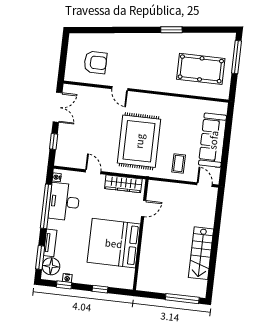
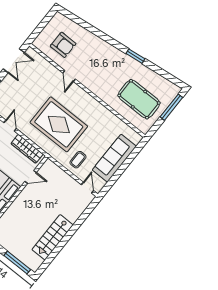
rug: (139, 141) -> (59, 124), turned 90

